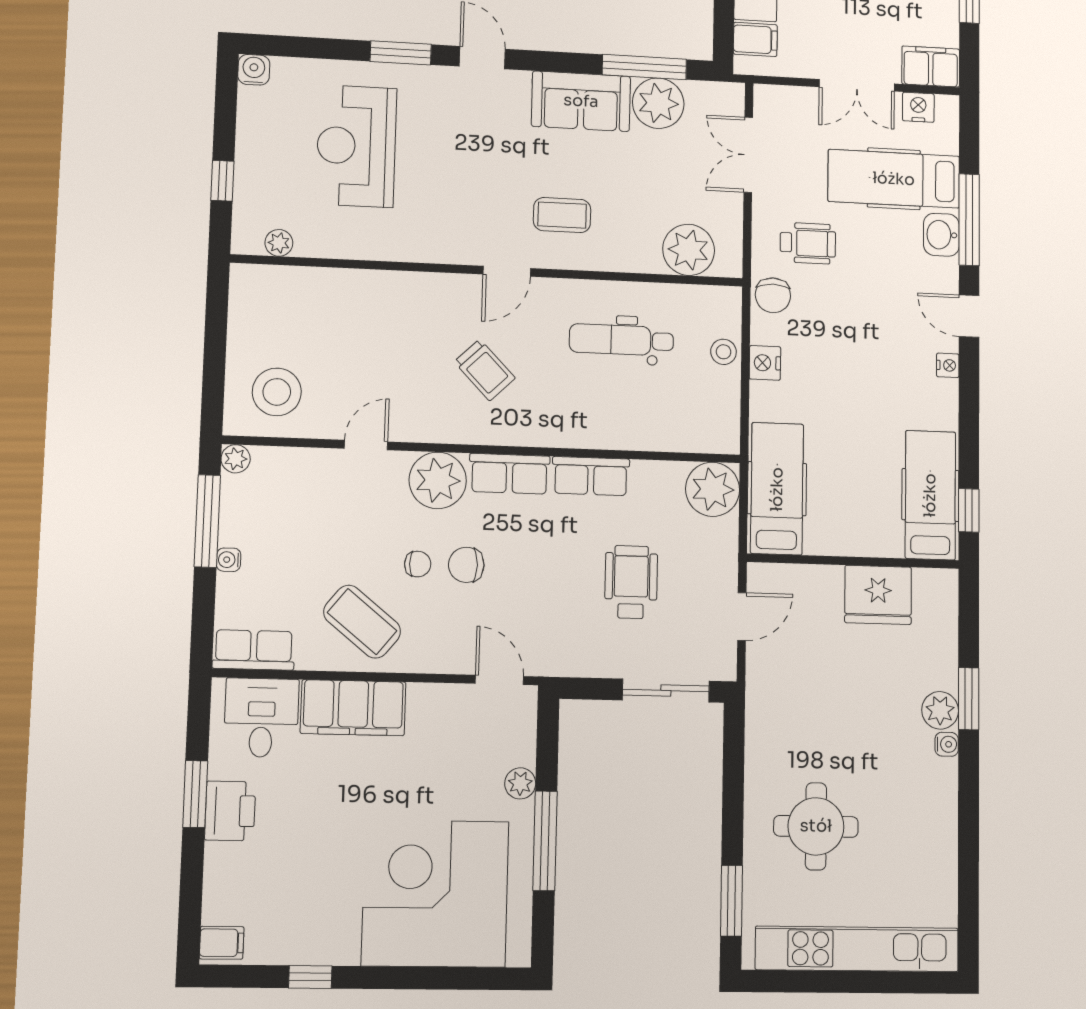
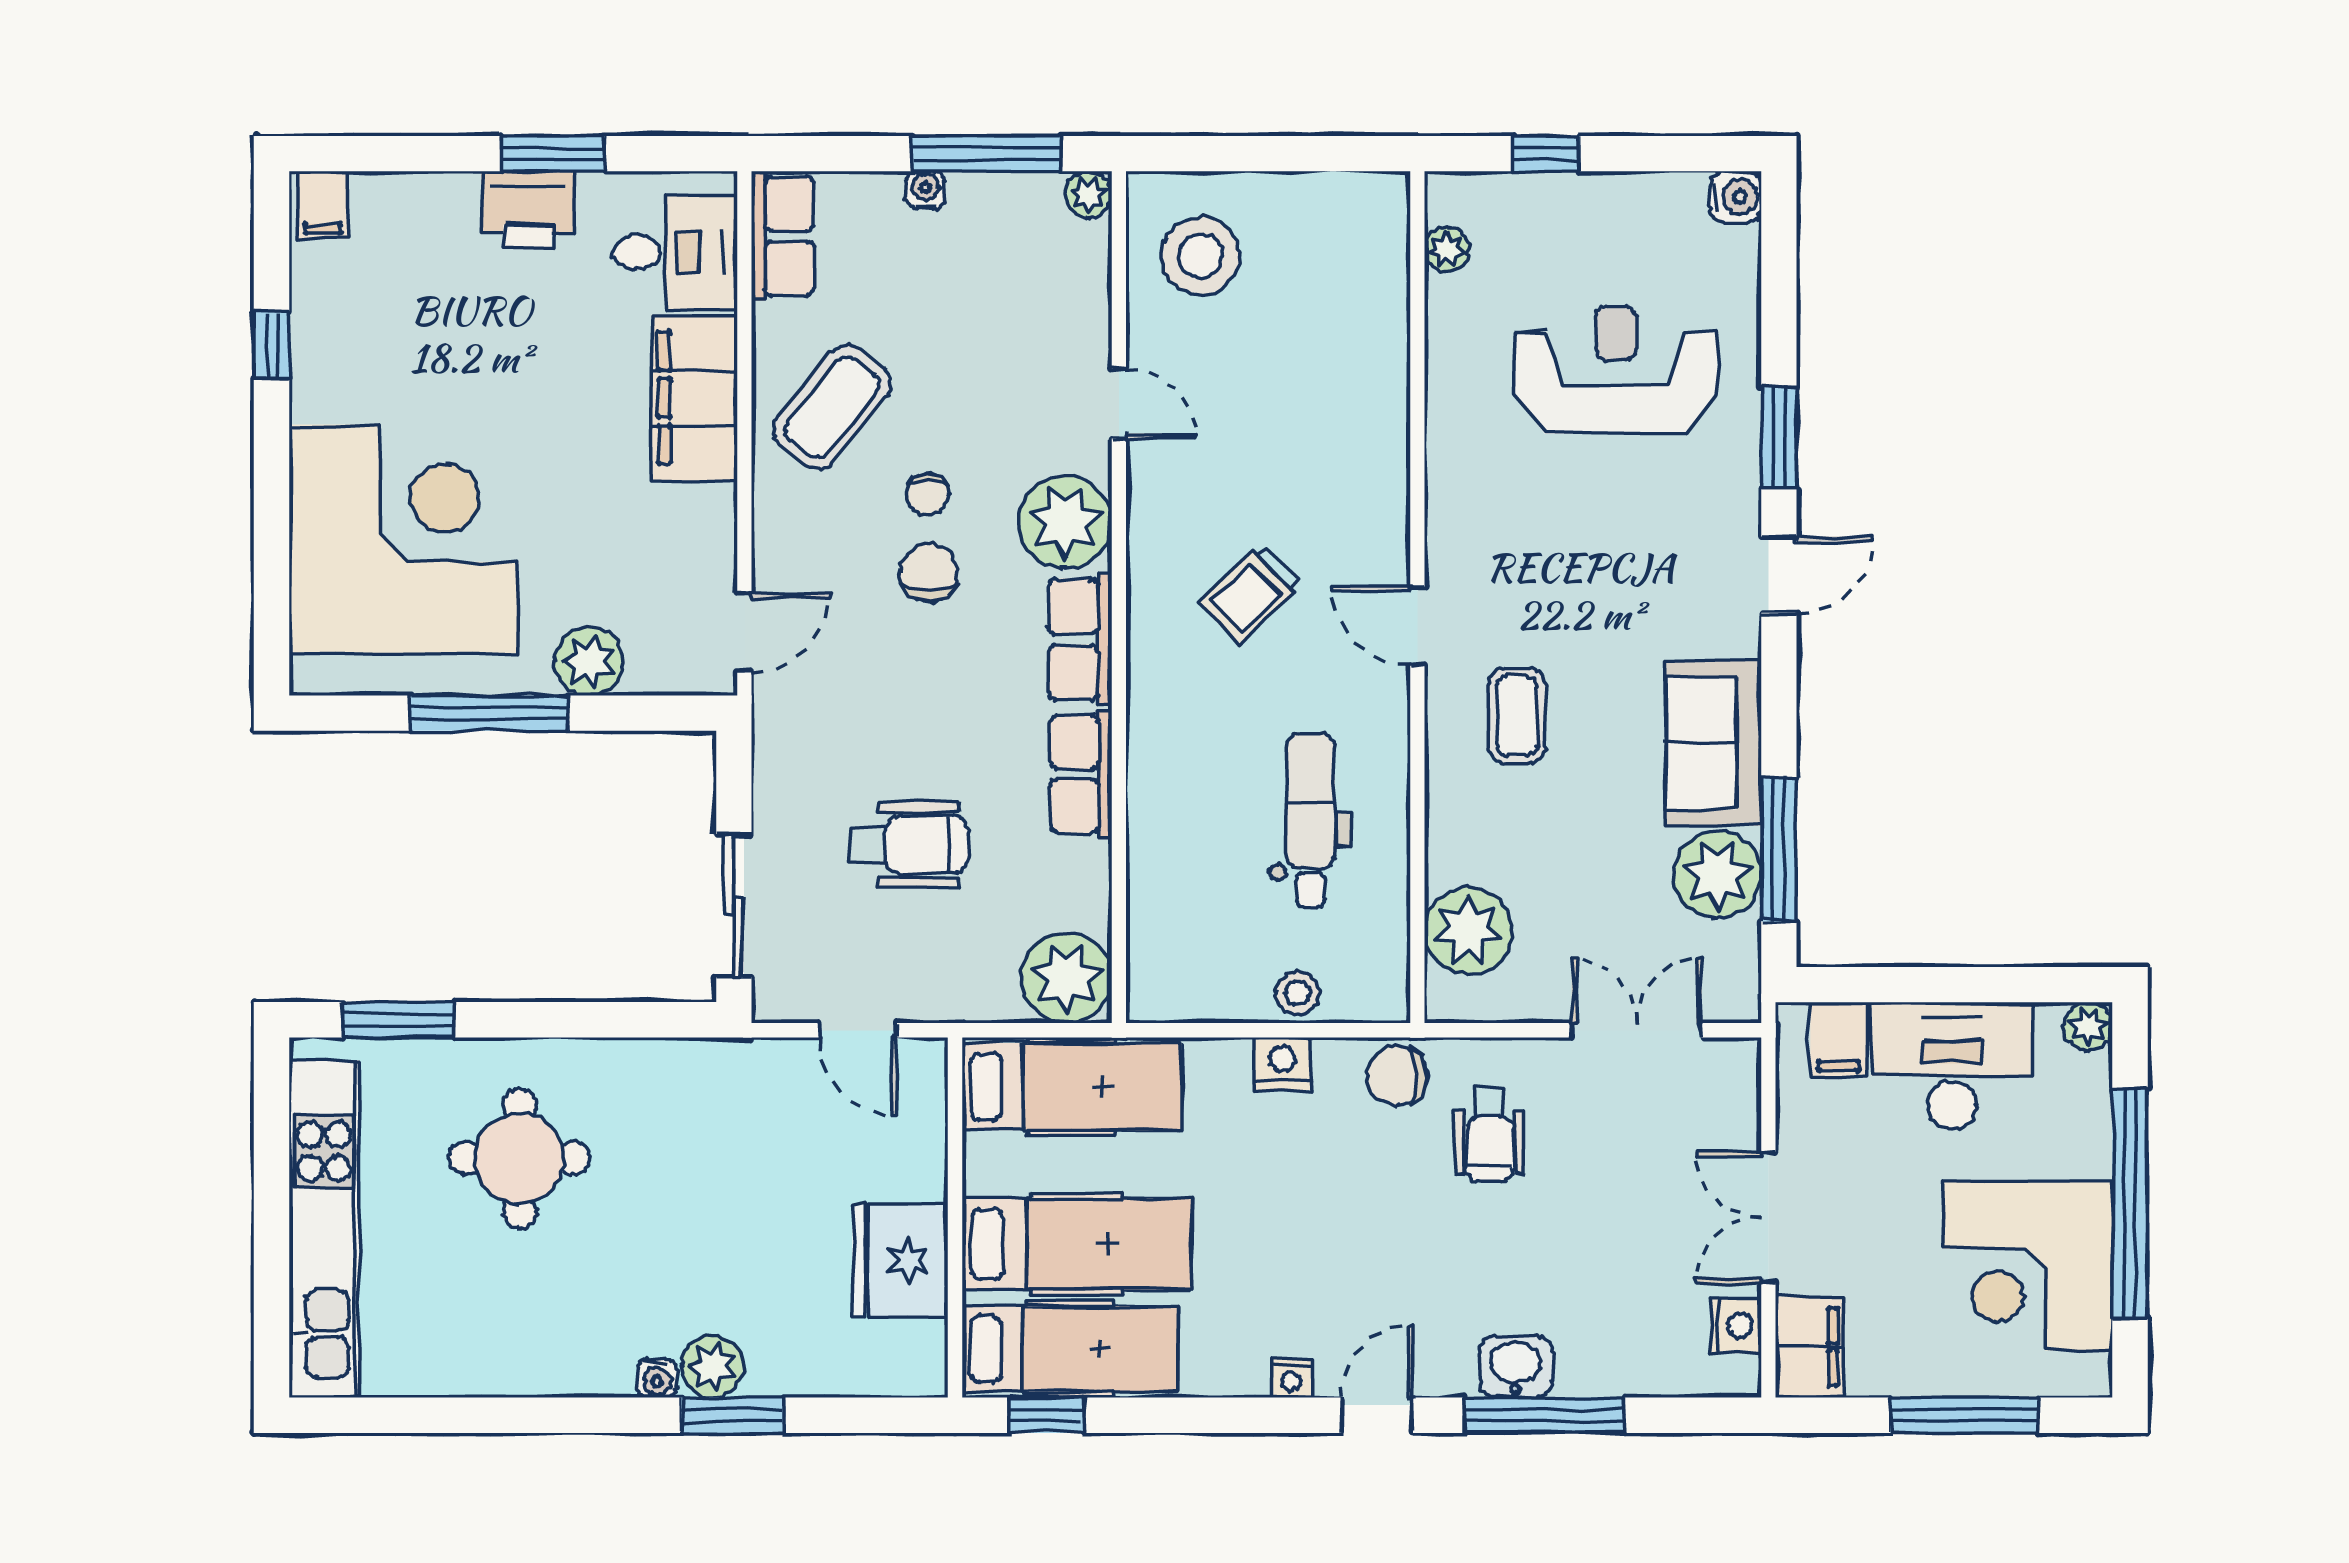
hospital bed: (894, 179) -> (1077, 1244), moved, turned 90
plant: (520, 783) -> (589, 661), width x1.38, depth x1.38

